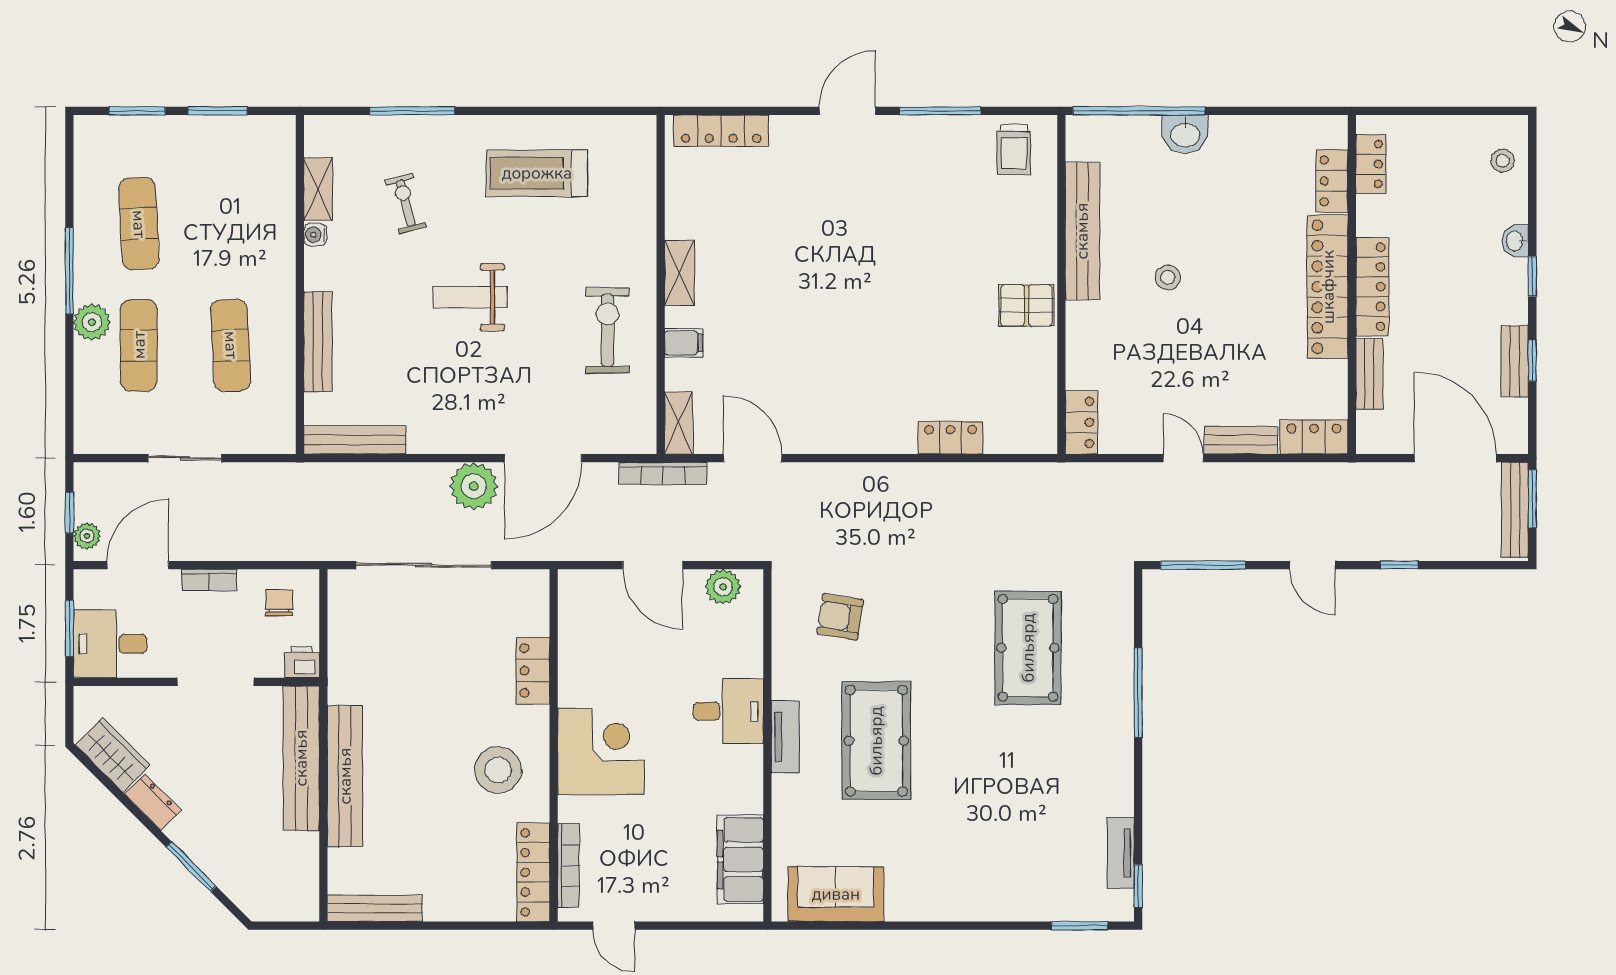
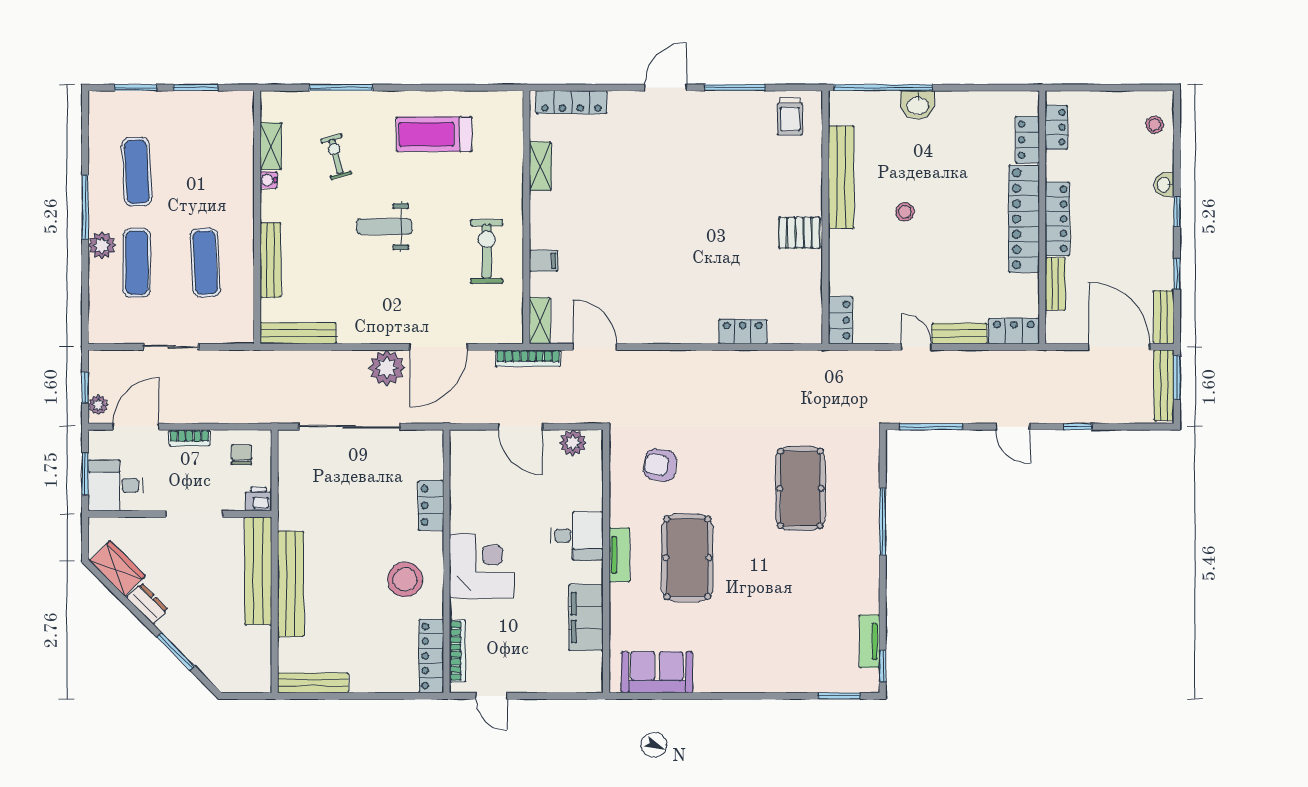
shelving: (679, 273) -> (540, 166), moved
bench: (1515, 361) -> (1164, 317), moved
filing cabinet: (740, 859) -> (586, 618), moved

